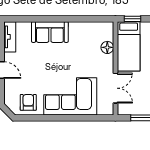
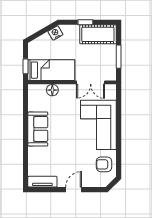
sofa: (50, 32) -> (38, 129), moved
double door: (115, 88) -> (91, 82), swing flipped

